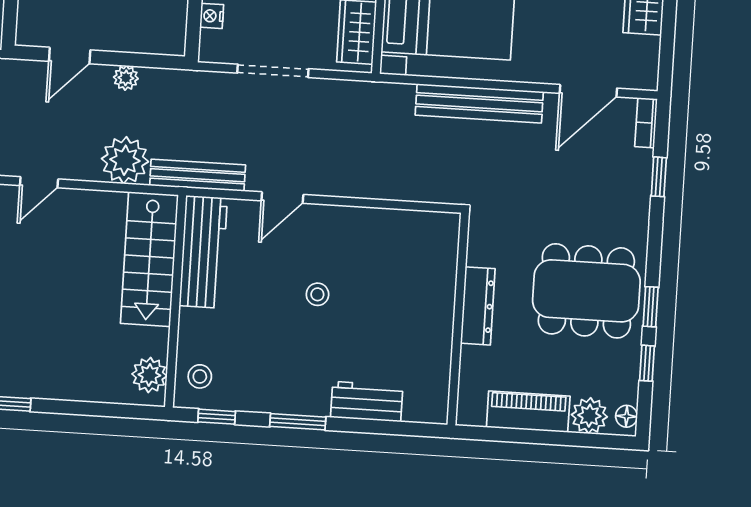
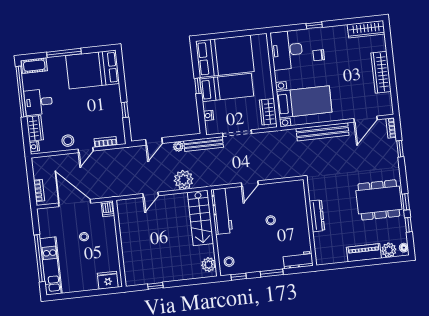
bench: (198, 175) -> (204, 144), moved
dresser: (478, 306) -> (317, 216), moved
wall: (458, 319) -> (310, 222), moved

